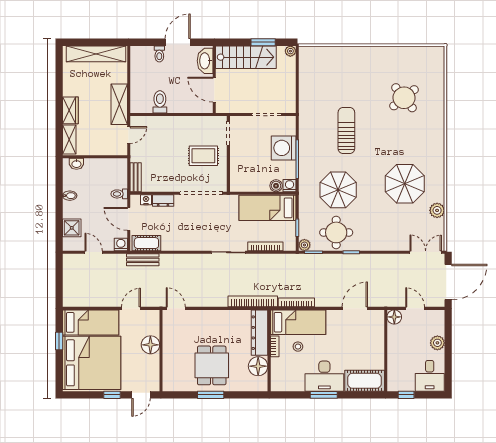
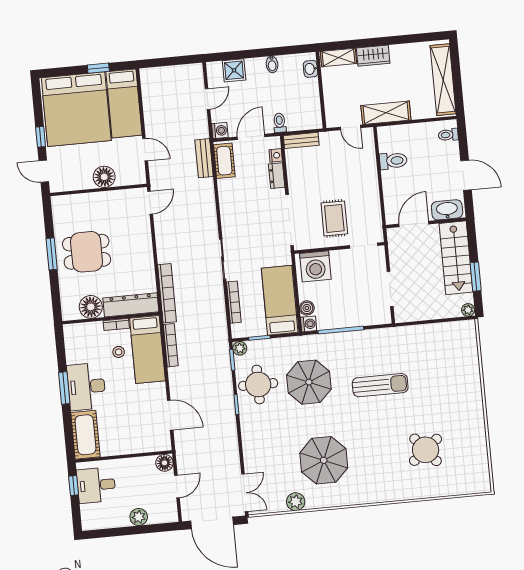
toilet: (159, 54) -> (448, 135), moved
washing machine: (284, 148) -> (315, 266), moved, turned 180
desk: (430, 376) -> (96, 485), moved

